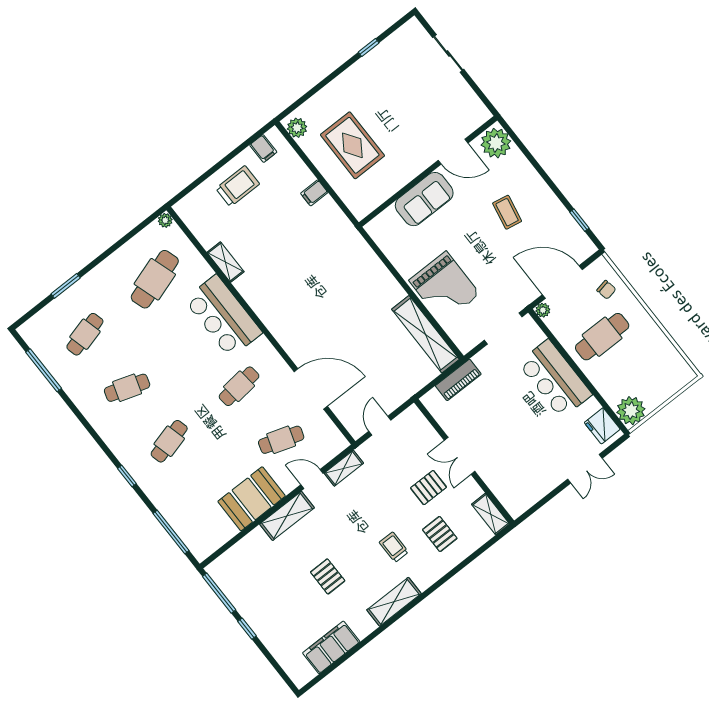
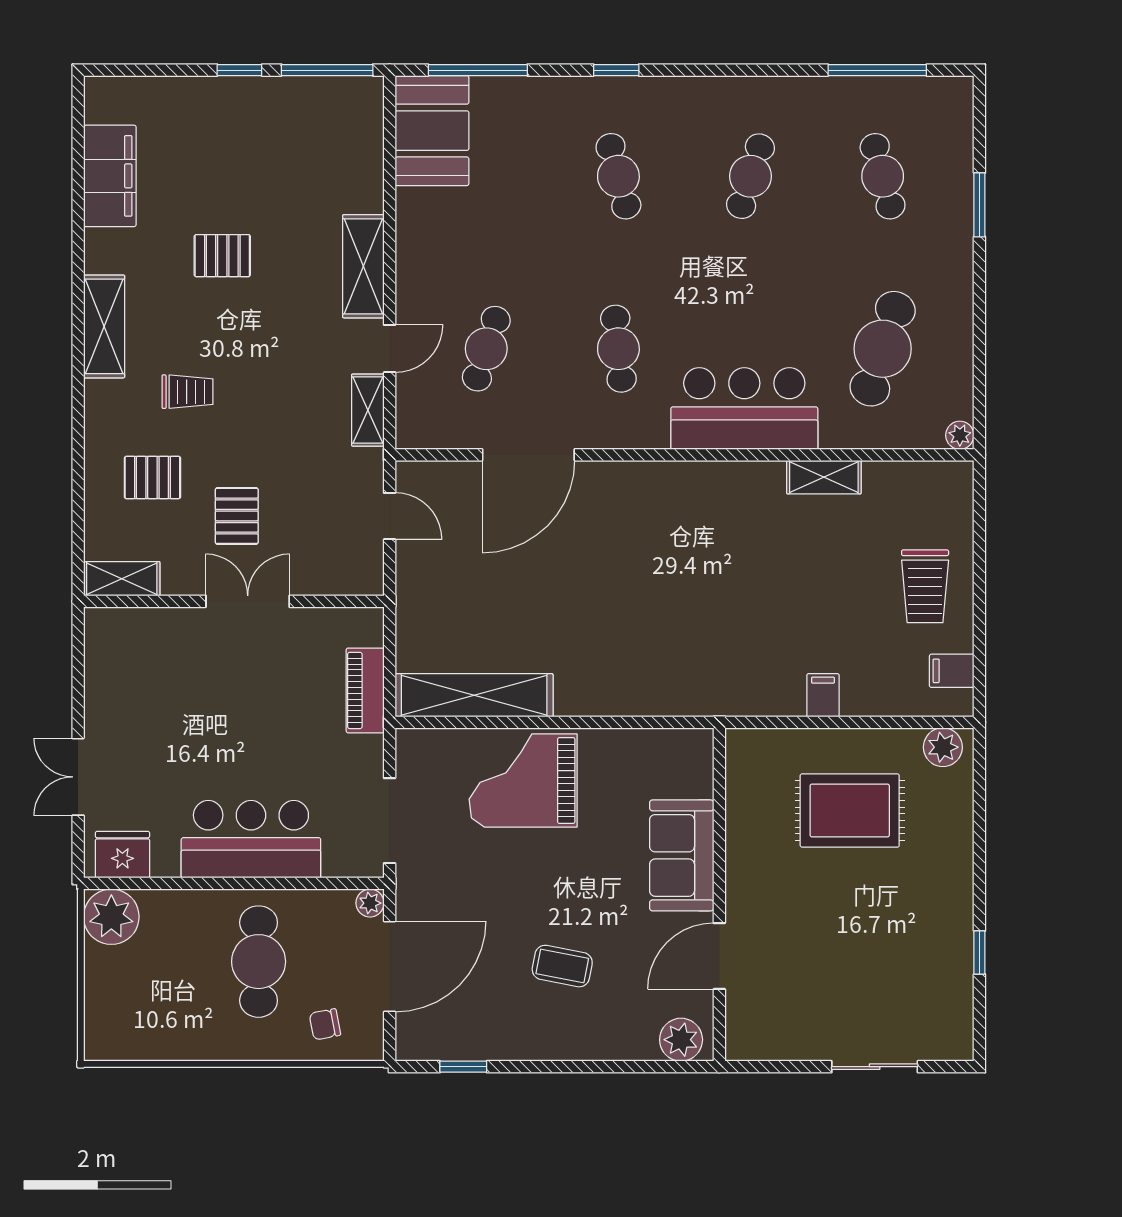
plant: (496, 143) -> (681, 1040), width x0.73, depth x0.73
cafe table: (155, 279) -> (883, 349), turned 36
booth: (252, 499) -> (432, 131), moved

